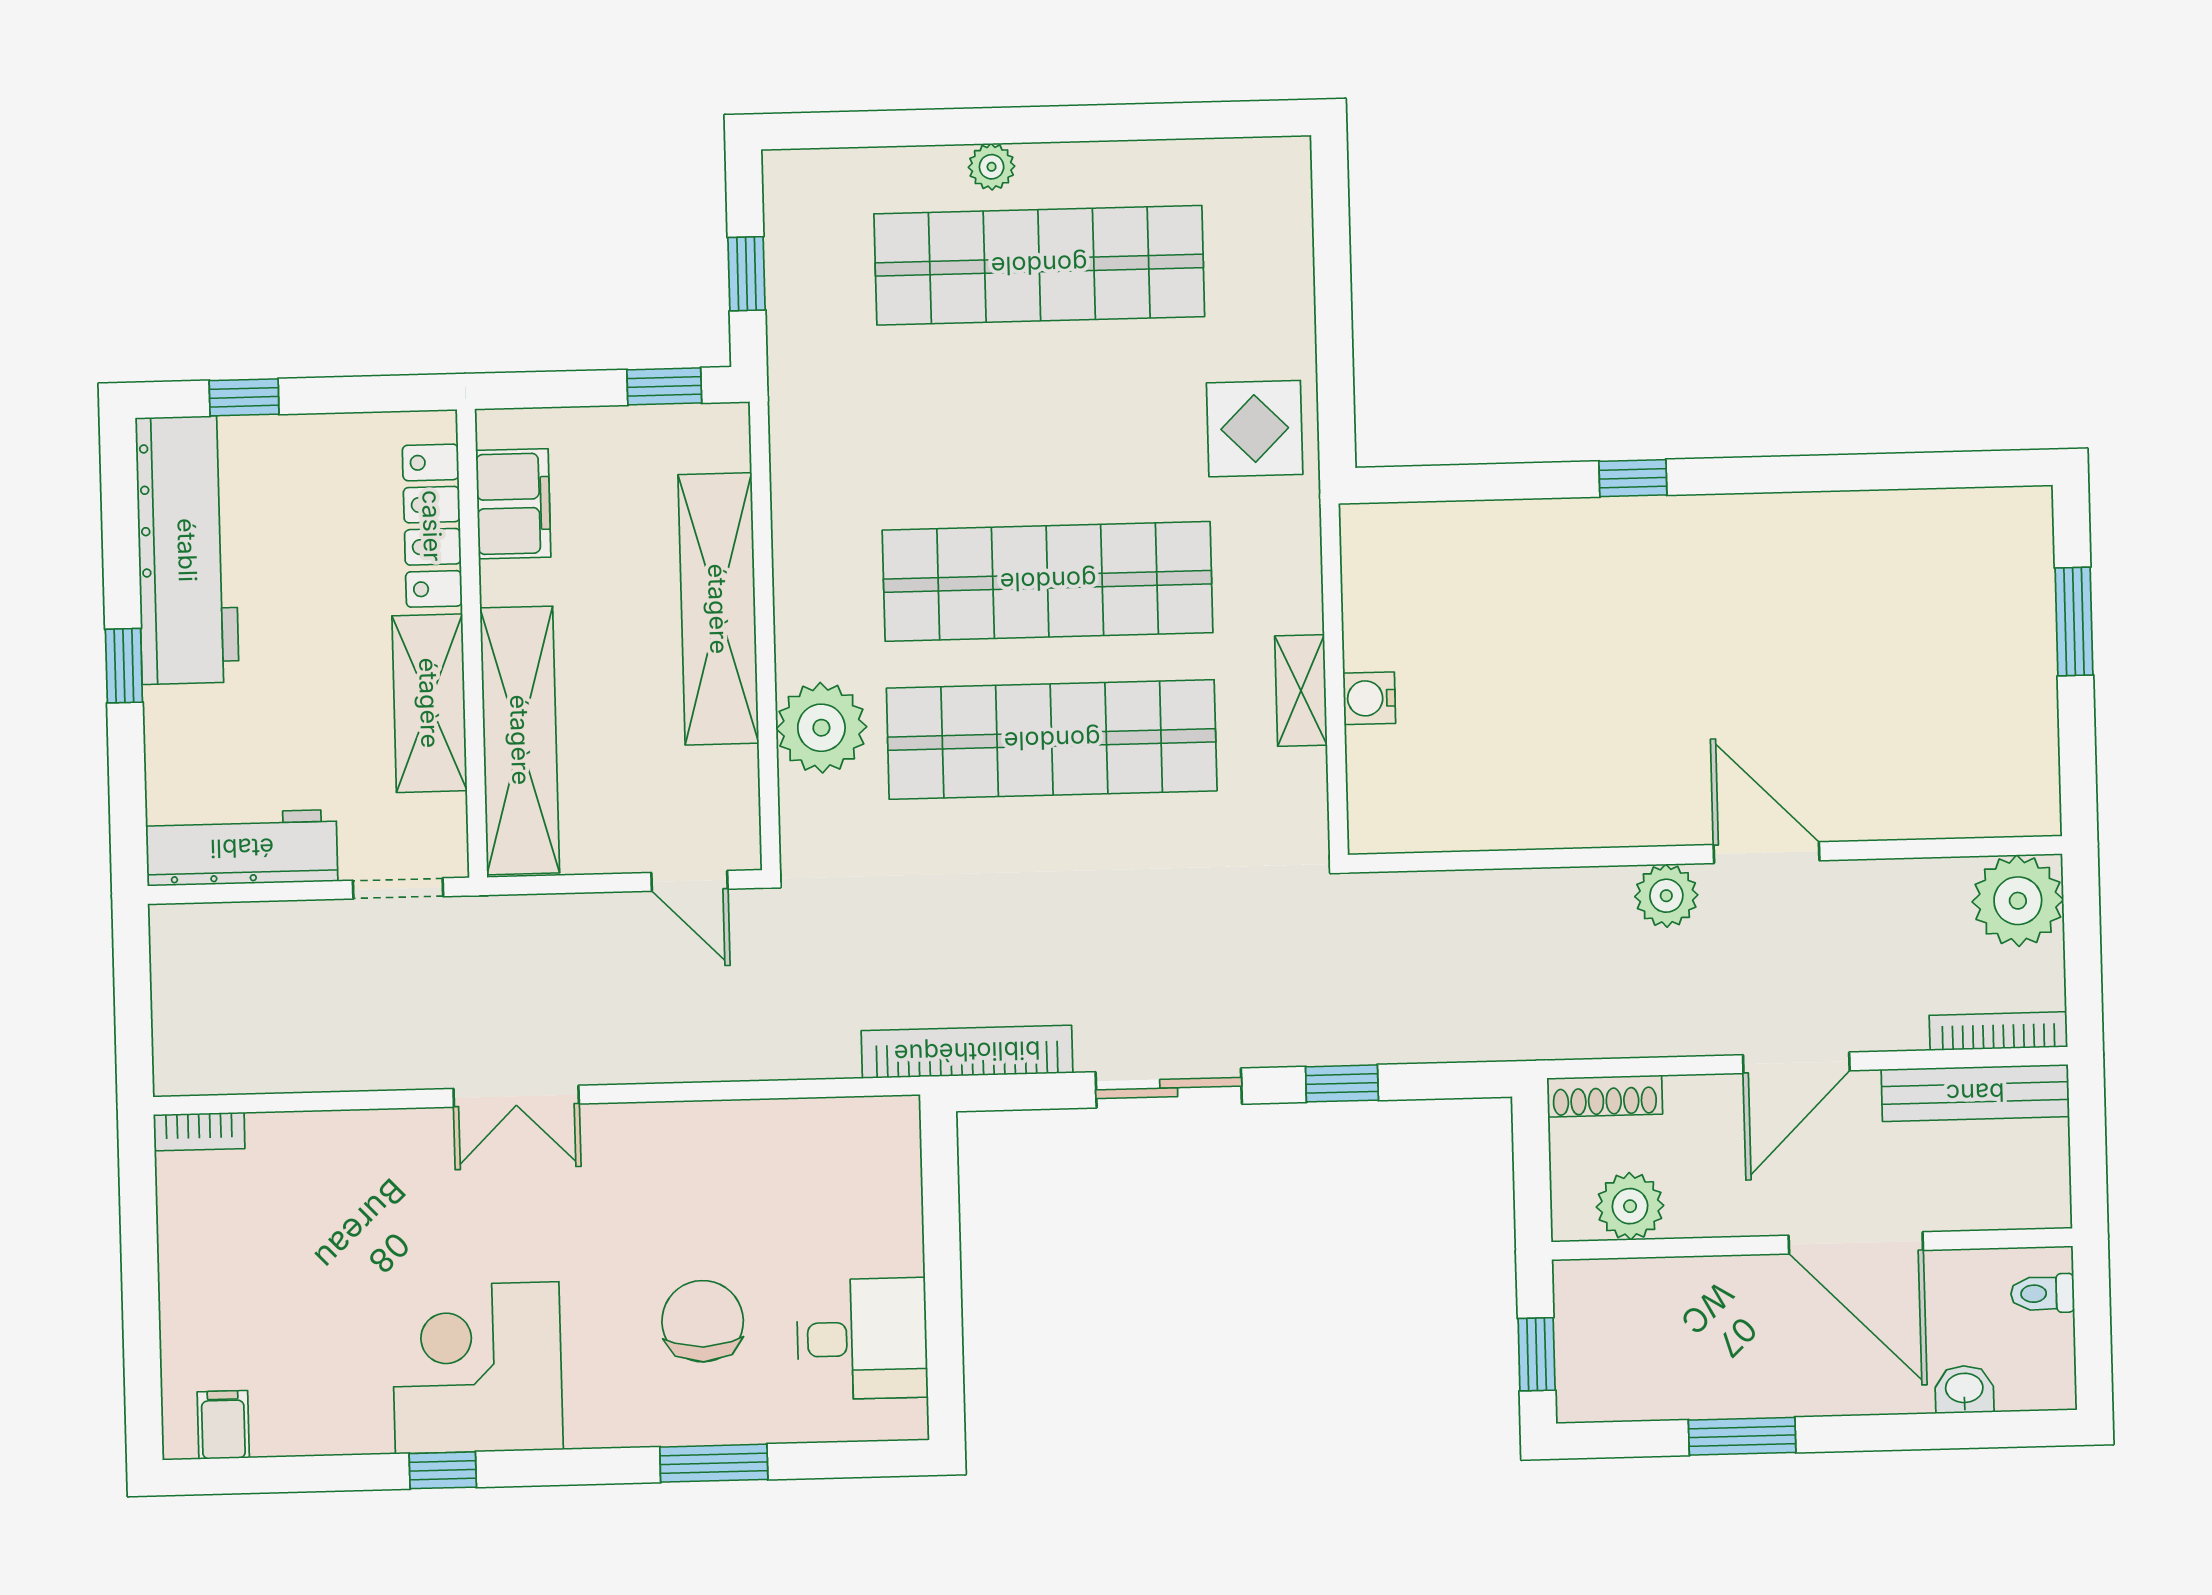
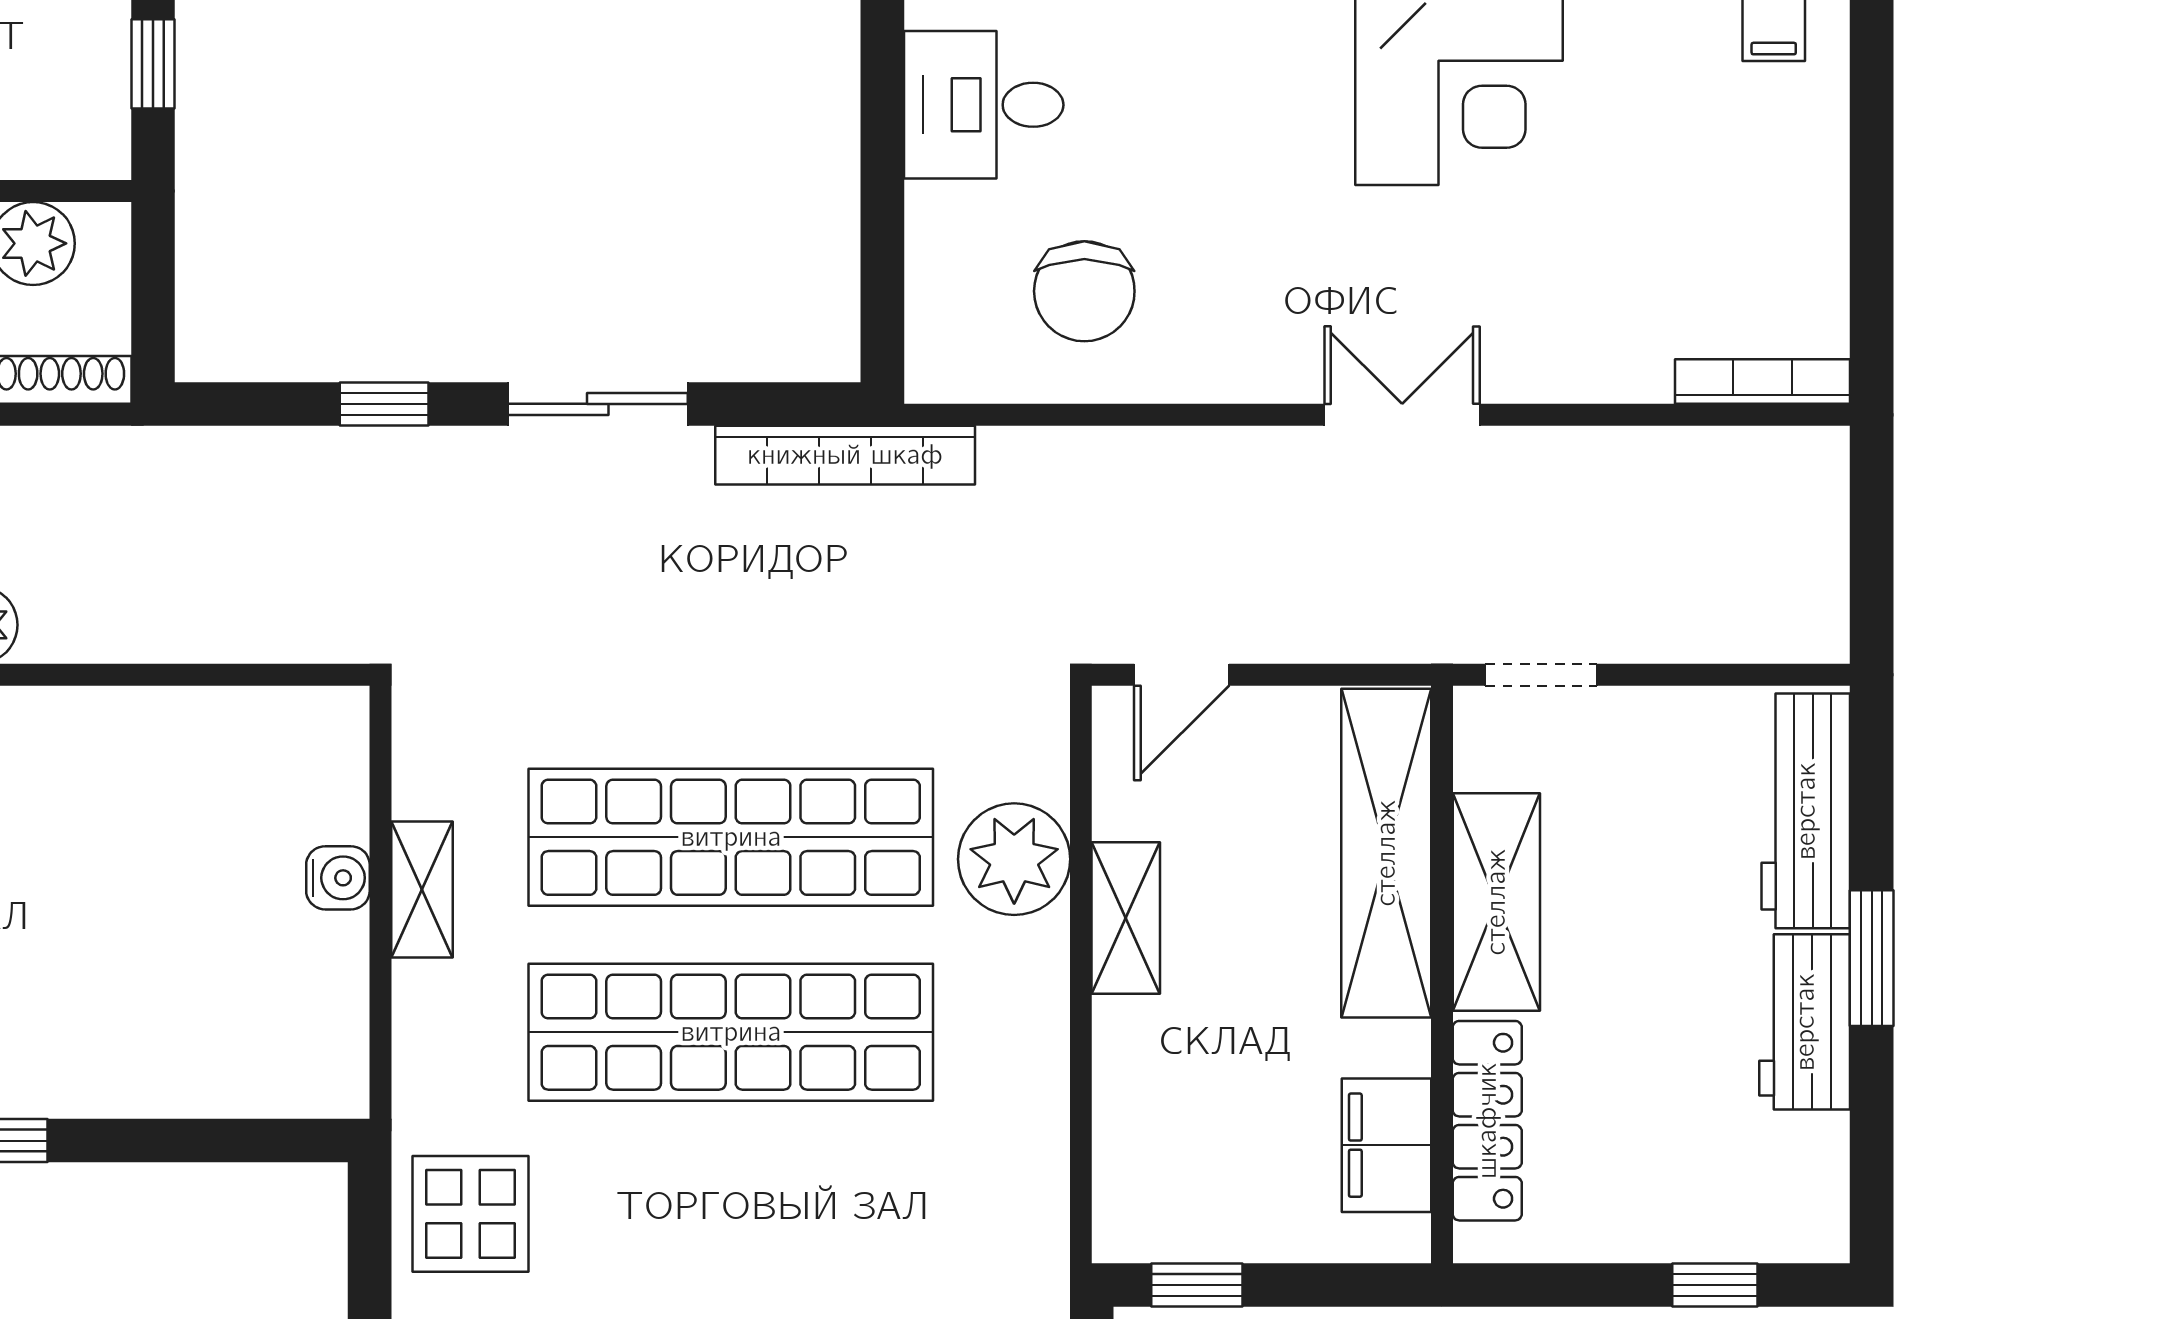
workbench: (187, 550) -> (1805, 1022), width x0.53, depth x0.76
shelving: (718, 609) -> (1126, 918), width x0.45, depth x0.75
window: (124, 666) -> (1872, 958), width x1.50
workbench: (242, 848) -> (1806, 811), moved, turned 90
door: (689, 881) -> (1182, 675), swing flipped
bookcase: (199, 1132) -> (1762, 382), width x1.56
chair: (703, 1321) -> (1084, 291), moved

